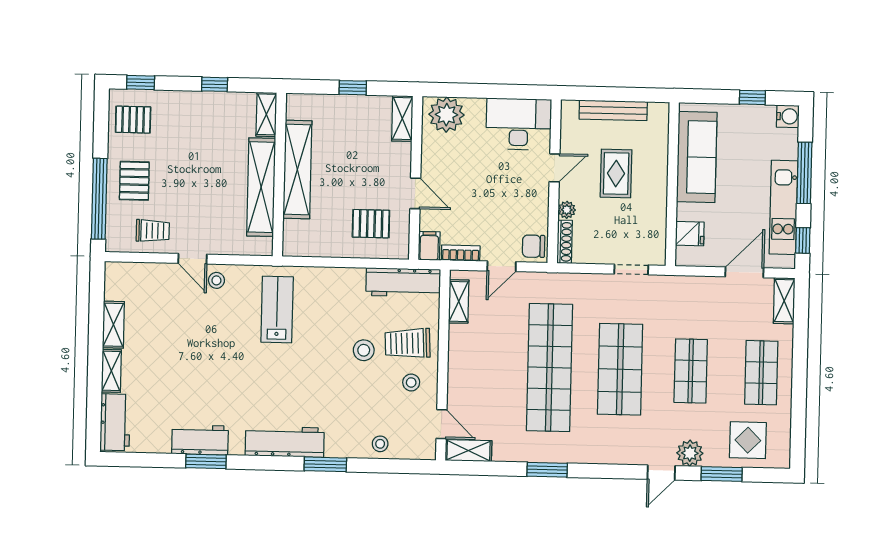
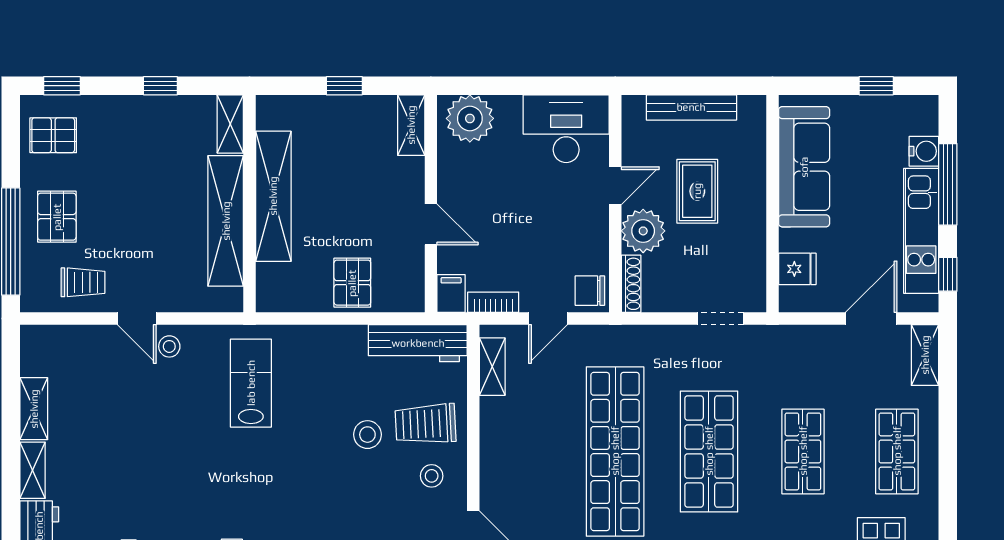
water cooler: (788, 116) -> (924, 151), moved
plant: (567, 210) -> (643, 231), width x1.88, depth x1.88
pallet: (371, 224) -> (352, 283), moved, turned 90

